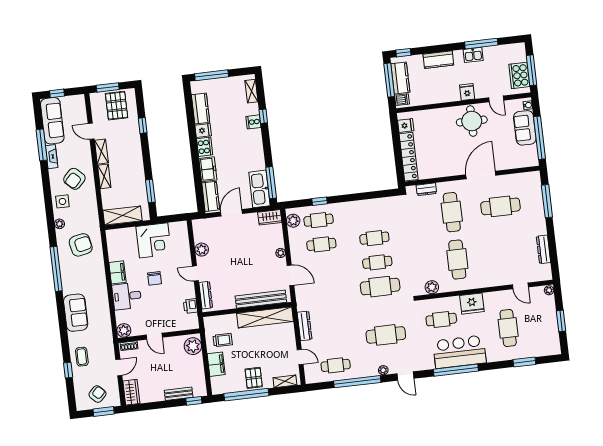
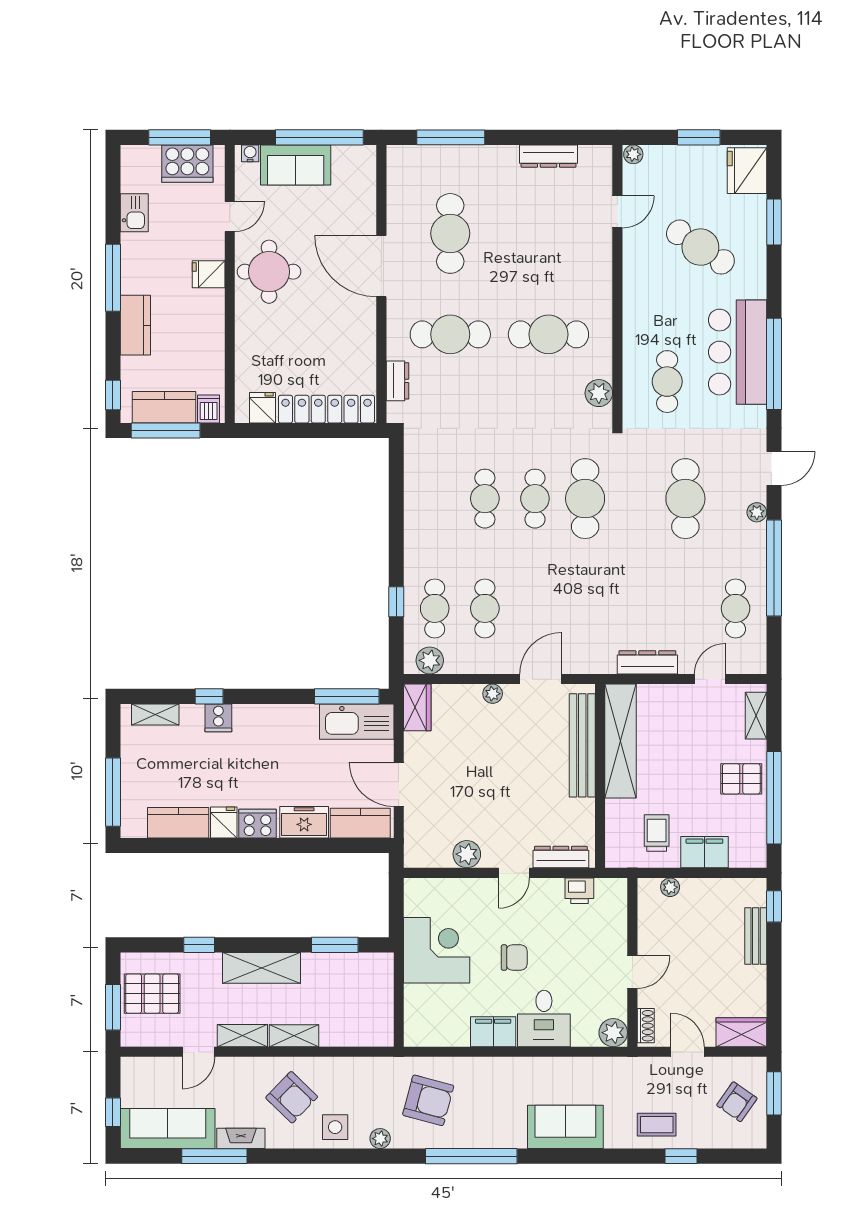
window: (481, 44) -> (113, 278), moved
kitchen sink: (473, 55) -> (134, 213), moved
shelving: (122, 216) -> (261, 968), moved, turned 90
armchair: (81, 245) -> (428, 1100), turned 117
fridge: (472, 304) -> (747, 171), moved, turned 180
cafe table: (508, 328) -> (700, 247), turned 34
plant: (193, 346) -> (670, 887), width x0.53, depth x0.53
armchair: (97, 394) -> (737, 1102), turned -99

